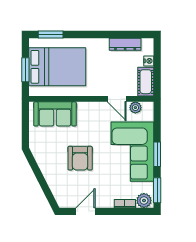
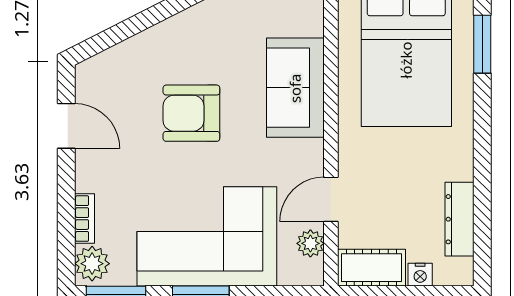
sofa: (55, 114) -> (295, 88), moved

